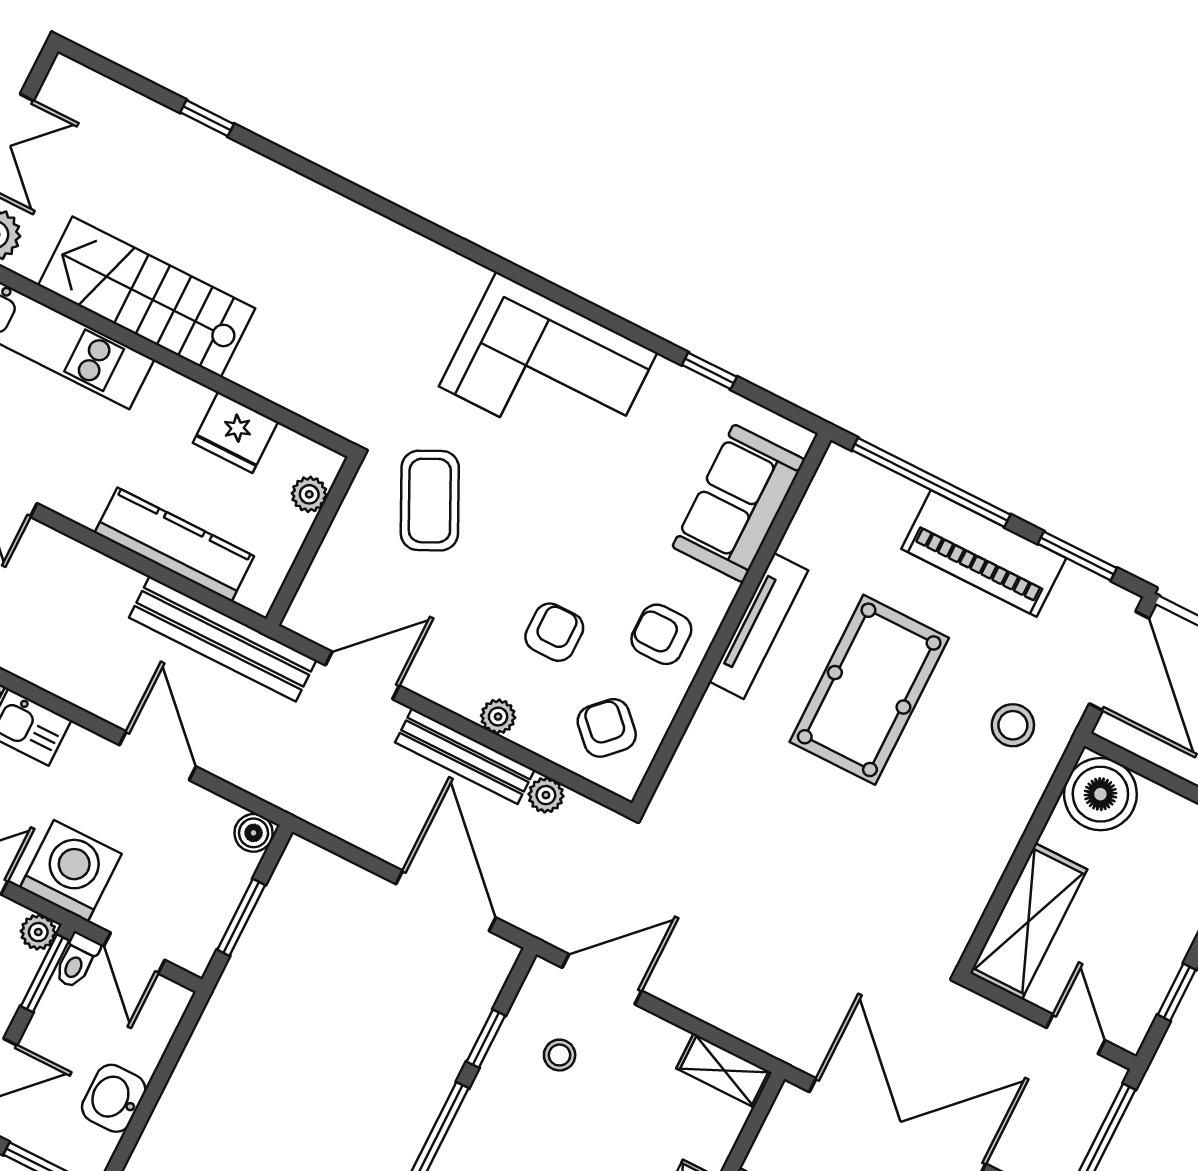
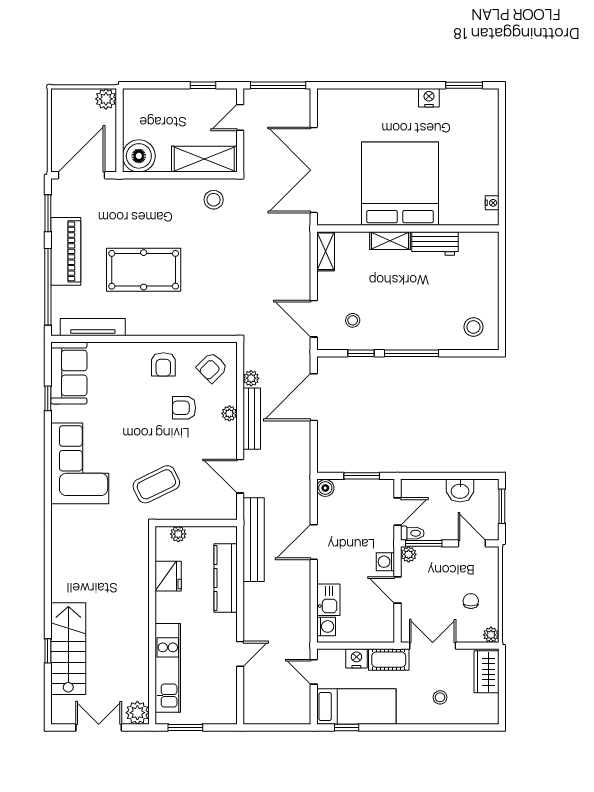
stairs: (147, 297) -> (68, 649), moved, turned 180
sofa: (738, 503) -> (69, 373), moved, turned -90
tv unit: (759, 626) -> (93, 327), moved
stool: (1013, 725) -> (214, 200), moved
washing machine: (71, 871) -> (385, 562), width x0.53, depth x0.53

